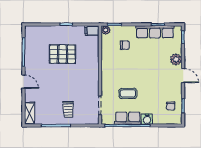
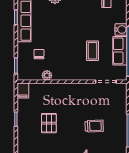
plant: (106, 30) -> (47, 75), moved
pallet: (62, 54) -> (49, 123), width x0.67, depth x0.71
trolley: (68, 110) -> (94, 126), moved

